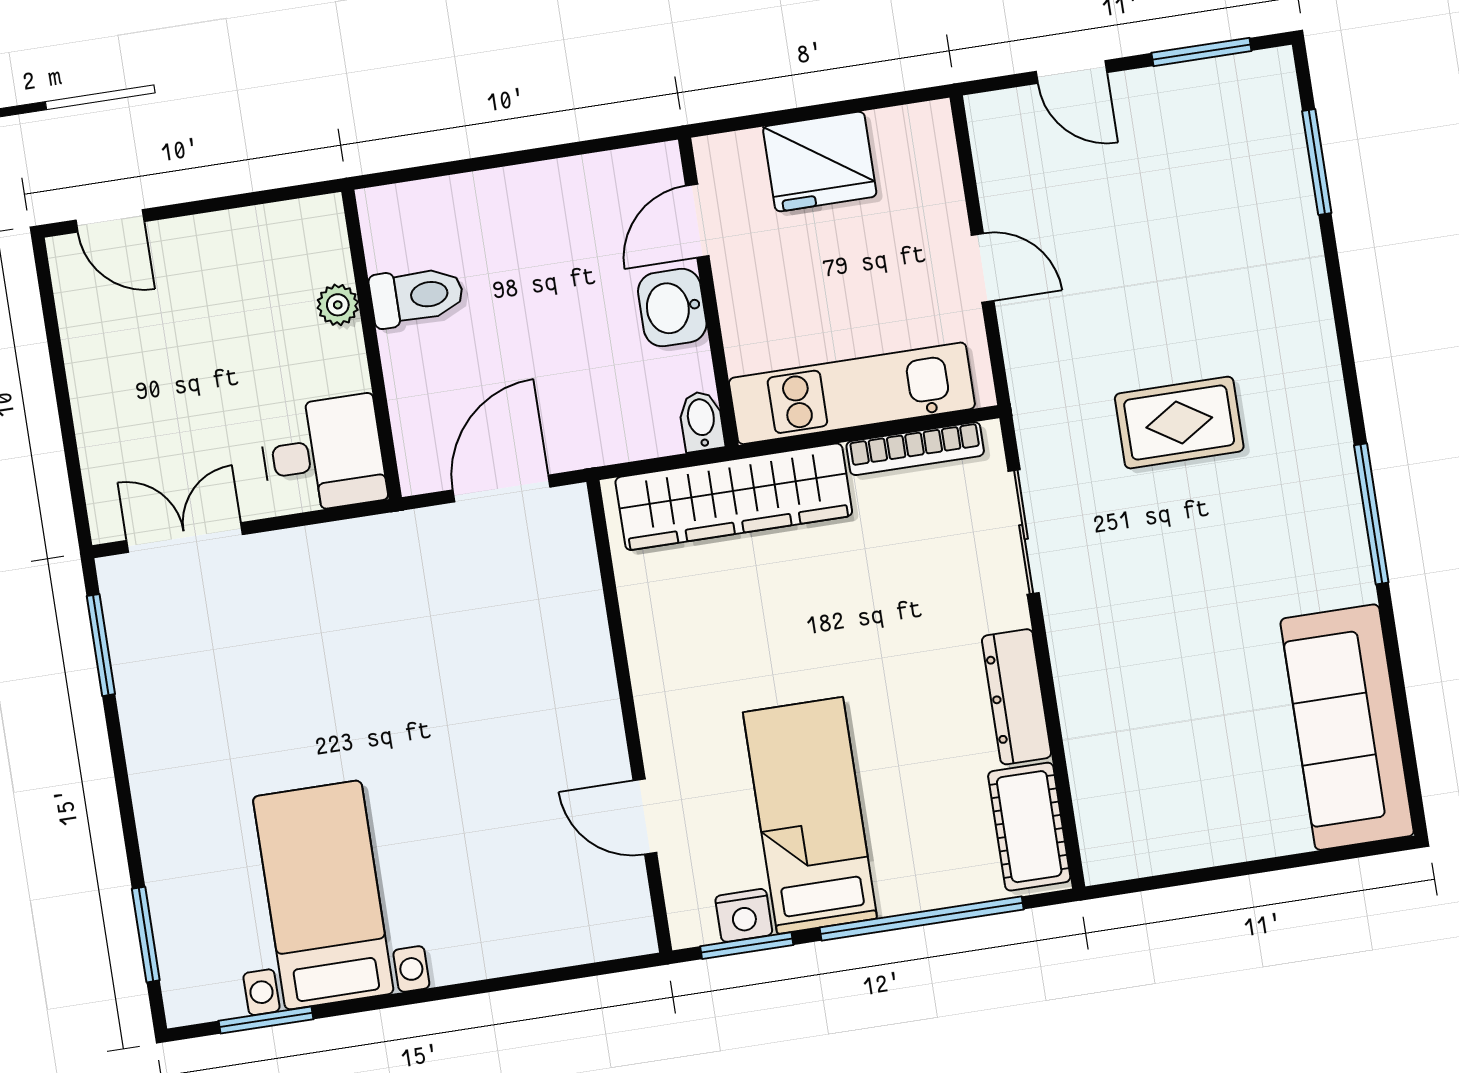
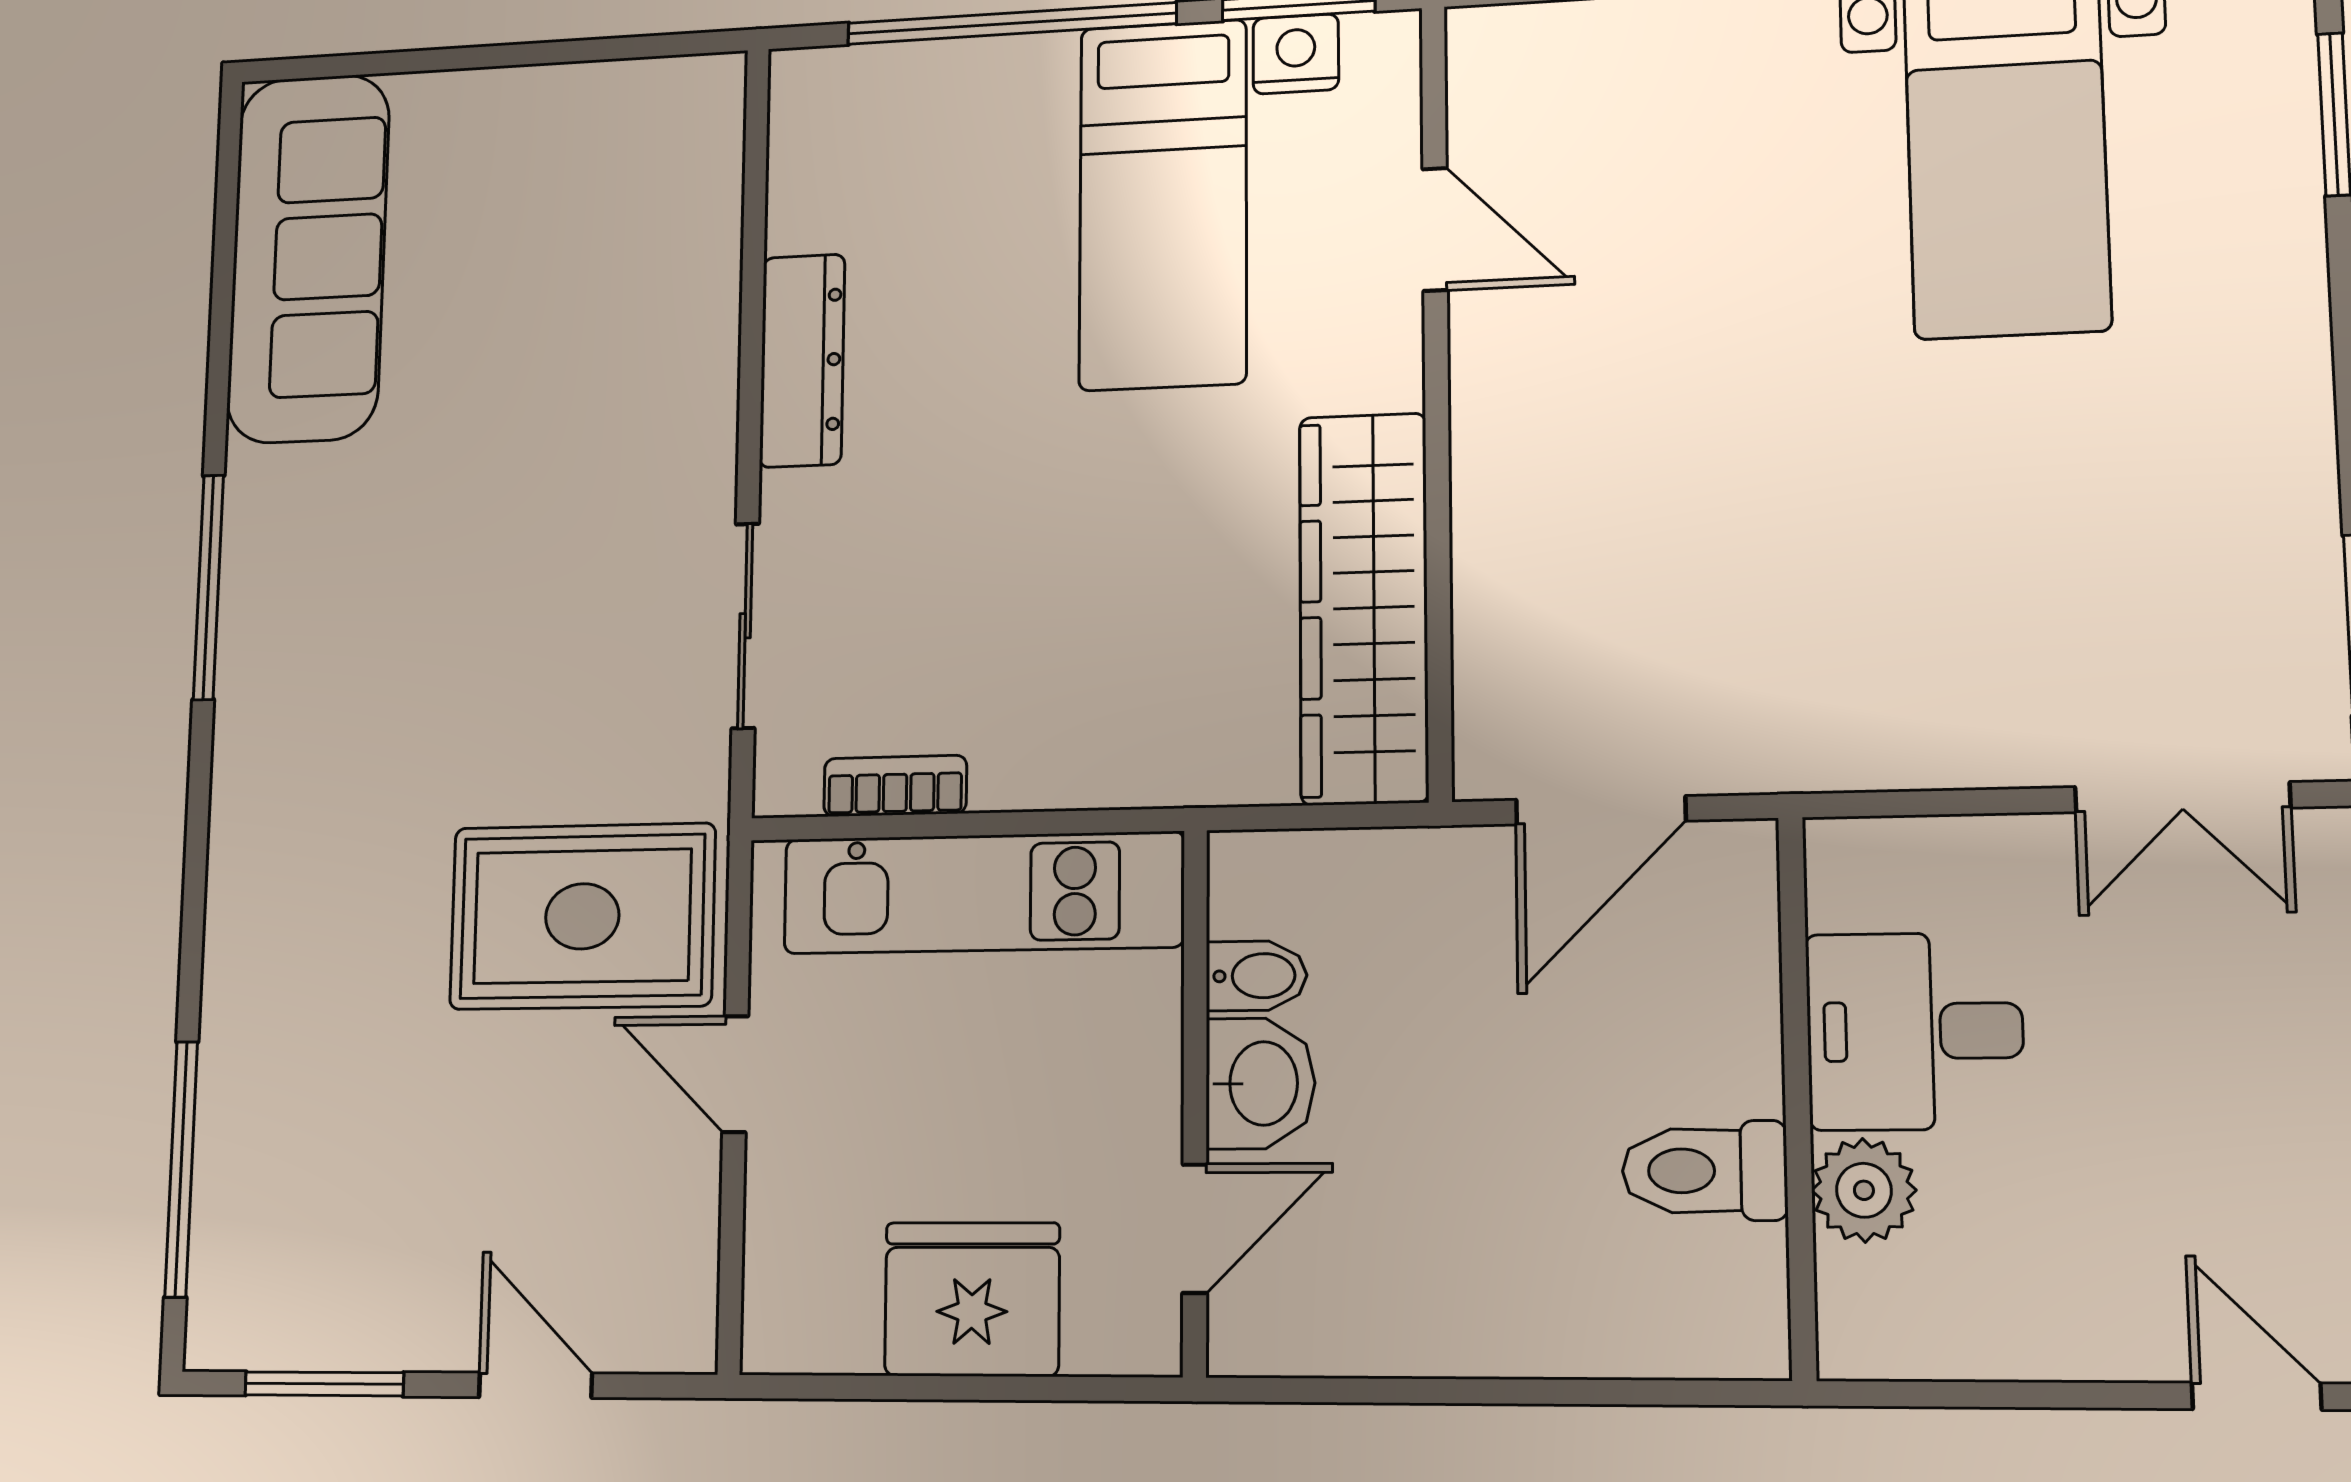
window: (1317, 162) -> (181, 1169), width x1.44
plant: (338, 305) -> (1864, 1190), width x1.38, depth x1.38
bidet: (701, 421) -> (1257, 976), moved, turned -90
rug: (1179, 423) -> (582, 916), moved, width x1.36, depth x1.43
bookcase: (915, 449) -> (895, 786), width x0.64
desk: (323, 455) -> (1915, 1031), moved
wardrobe: (734, 497) -> (1364, 608), moved, turned -90
cot: (1029, 827) -> (818, 152), removed

